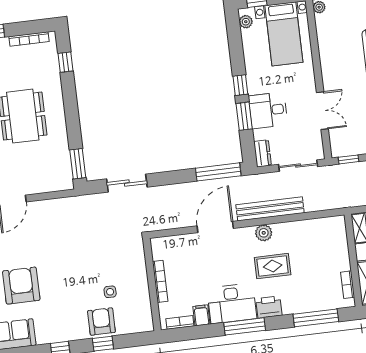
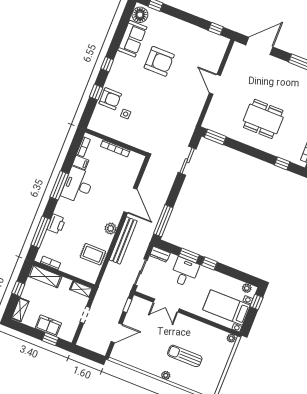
rug: (273, 266) -> (93, 254), moved, turned 90
printer: (269, 307) -> (56, 224), moved

